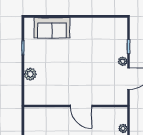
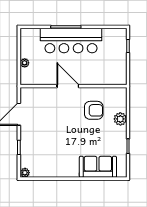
plant: (123, 61) -> (25, 173), moved
armchair: (56, 83) -> (94, 110), added

